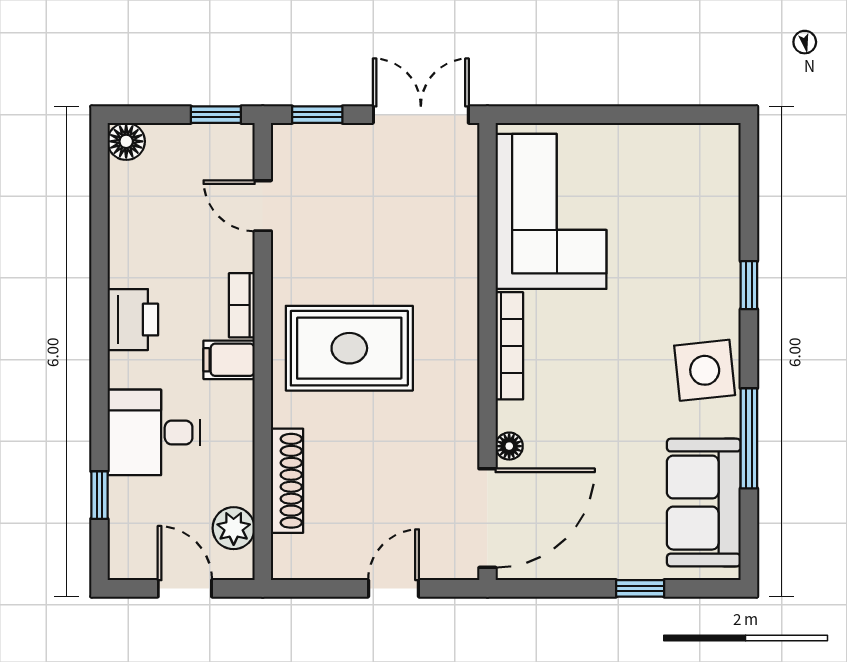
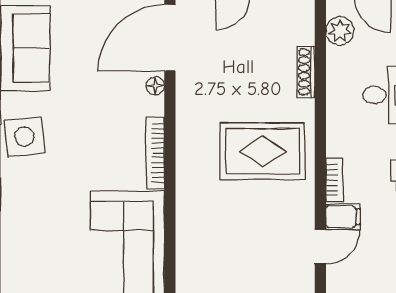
door: (263, 206) -> (320, 247), hinge flipped
filing cabinet: (229, 360) -> (343, 217), moved
shoe rack: (287, 481) -> (306, 72), width x0.74, depth x0.81

